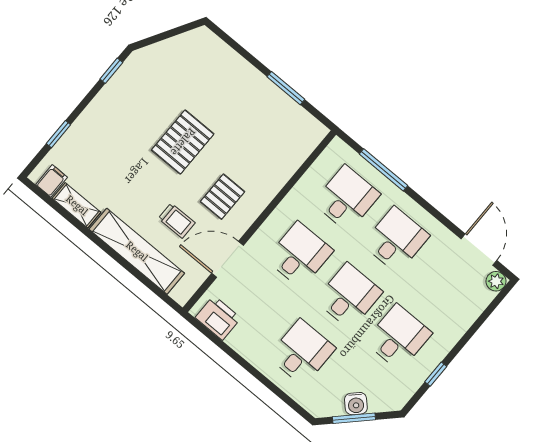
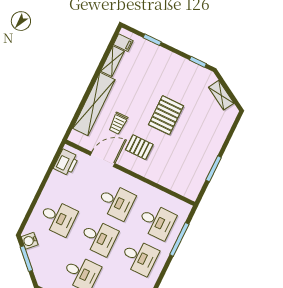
shelving: (173, 47) -> (221, 95), added
pallet: (183, 142) -> (166, 115), turned 90
door: (228, 259) -> (103, 159), hinge flipped
water cooler: (356, 404) -> (30, 241), moved

